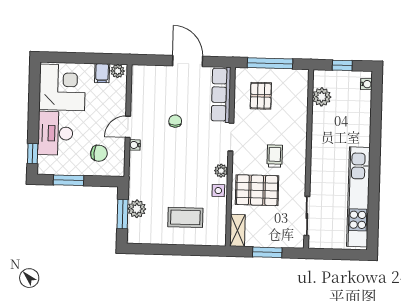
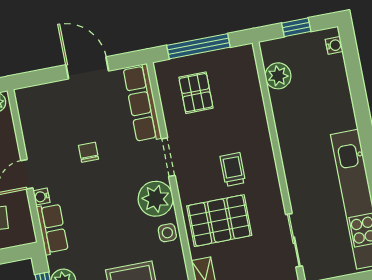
row of seats: (137, 170) -> (52, 229), added
plant: (221, 171) -> (156, 199), width x1.88, depth x1.88

